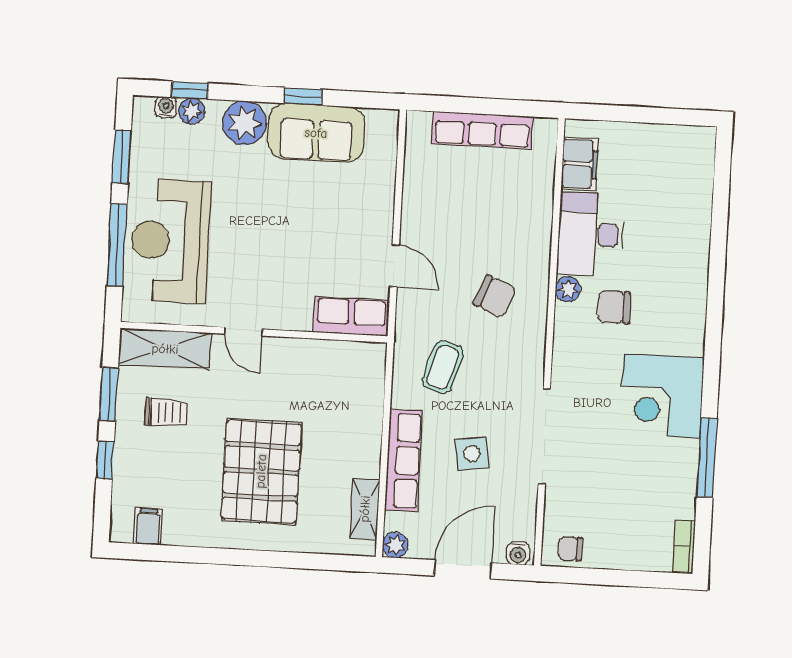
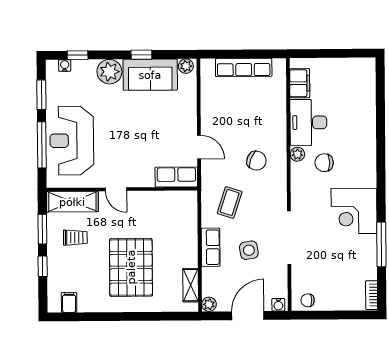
plant: (192, 111) -> (186, 66), moved
row of seats: (404, 461) -> (211, 247), width x0.68

